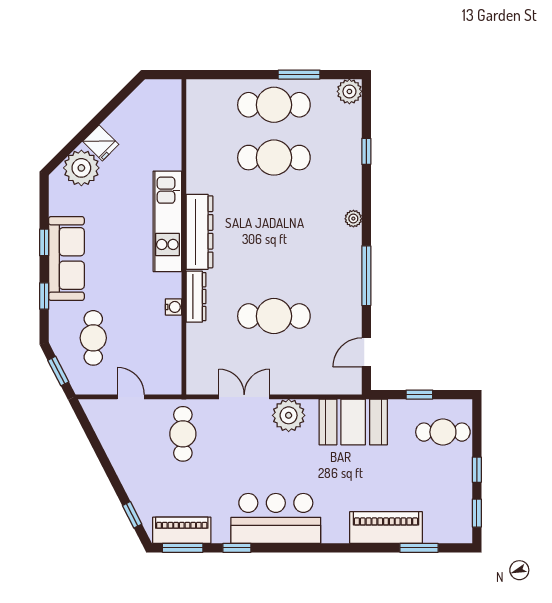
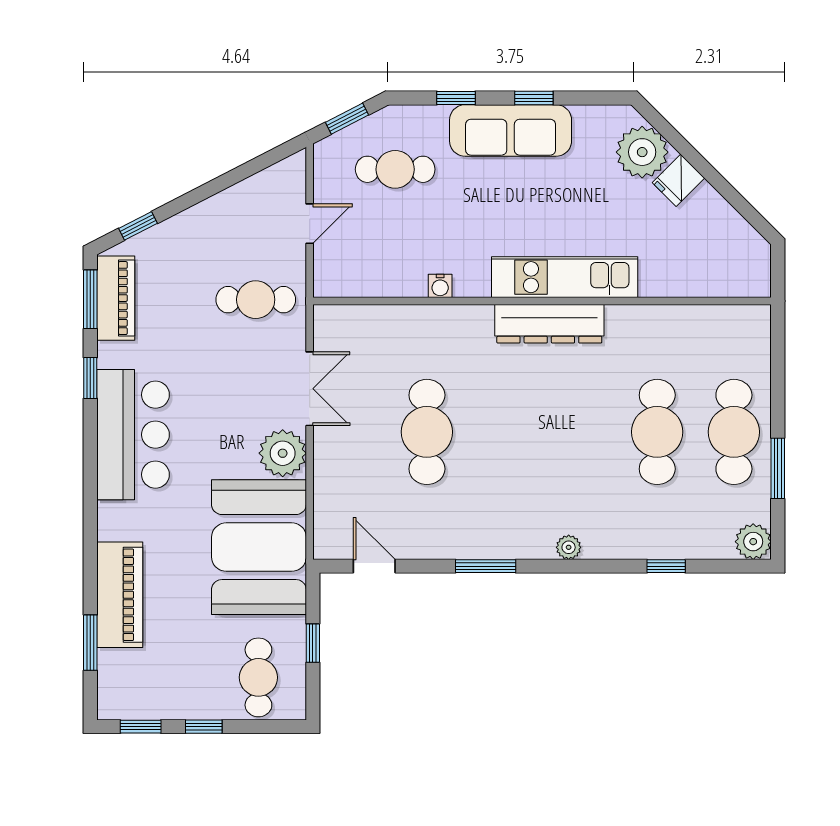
window: (366, 276) -> (486, 566), width x0.69
dresser: (196, 297) -> (455, 319), removed
booth: (353, 422) -> (259, 547), width x1.36, depth x1.42

